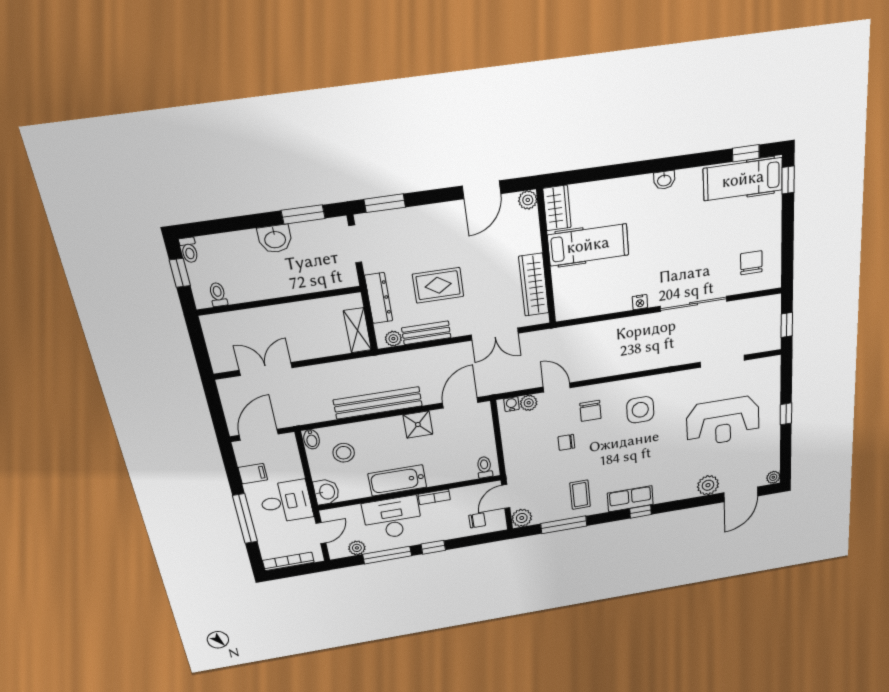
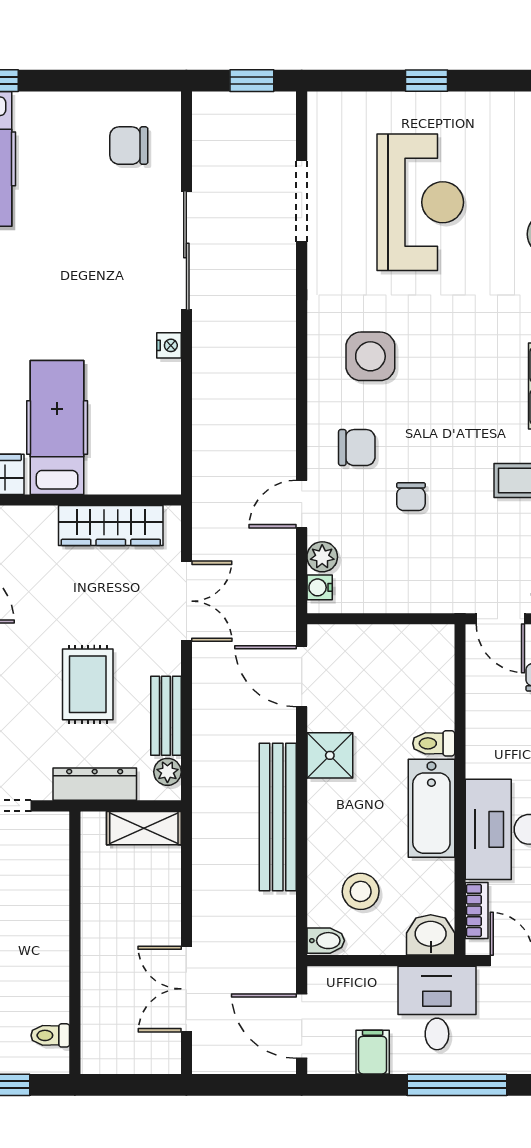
toilet: (485, 467) -> (434, 743), moved
bookcase: (434, 497) -> (477, 910), moved

